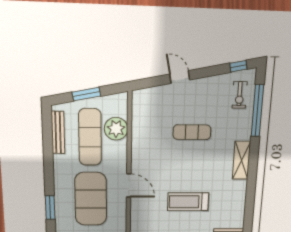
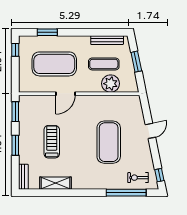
exercise mat: (192, 132) -> (109, 142), width x2.00, depth x1.45
exercise mat: (90, 137) -> (104, 64), width x0.73, depth x0.69
shelving: (242, 160) -> (55, 183), moved

